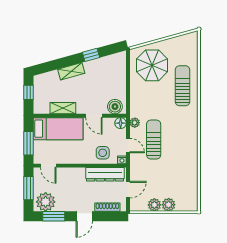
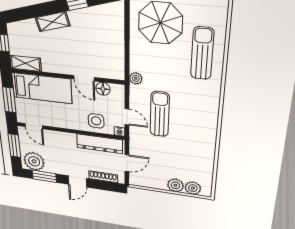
boiler: (115, 107) -> (110, 70), removed
shelving: (63, 108) -> (26, 63), moved
floor lamp: (121, 123) -> (103, 89), moved
plant: (135, 123) -> (136, 78), moved
plant: (154, 205) -> (193, 188), moved

